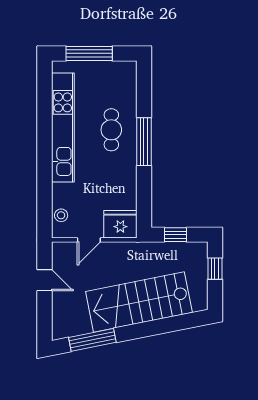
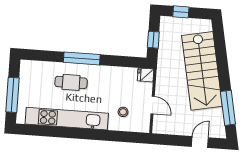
stool: (61, 215) -> (123, 112), moved
fridge: (120, 224) -> (146, 75), width x0.53, depth x0.75
door: (44, 280) -> (200, 142), moved

